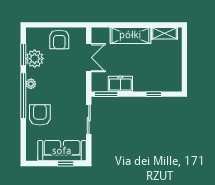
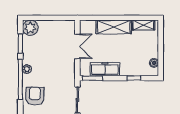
armchair: (59, 39) -> (52, 30), removed
plant: (35, 59) -> (30, 28), moved
boiler: (177, 77) -> (154, 63), added
freezer: (120, 84) -> (105, 69), width x1.40

